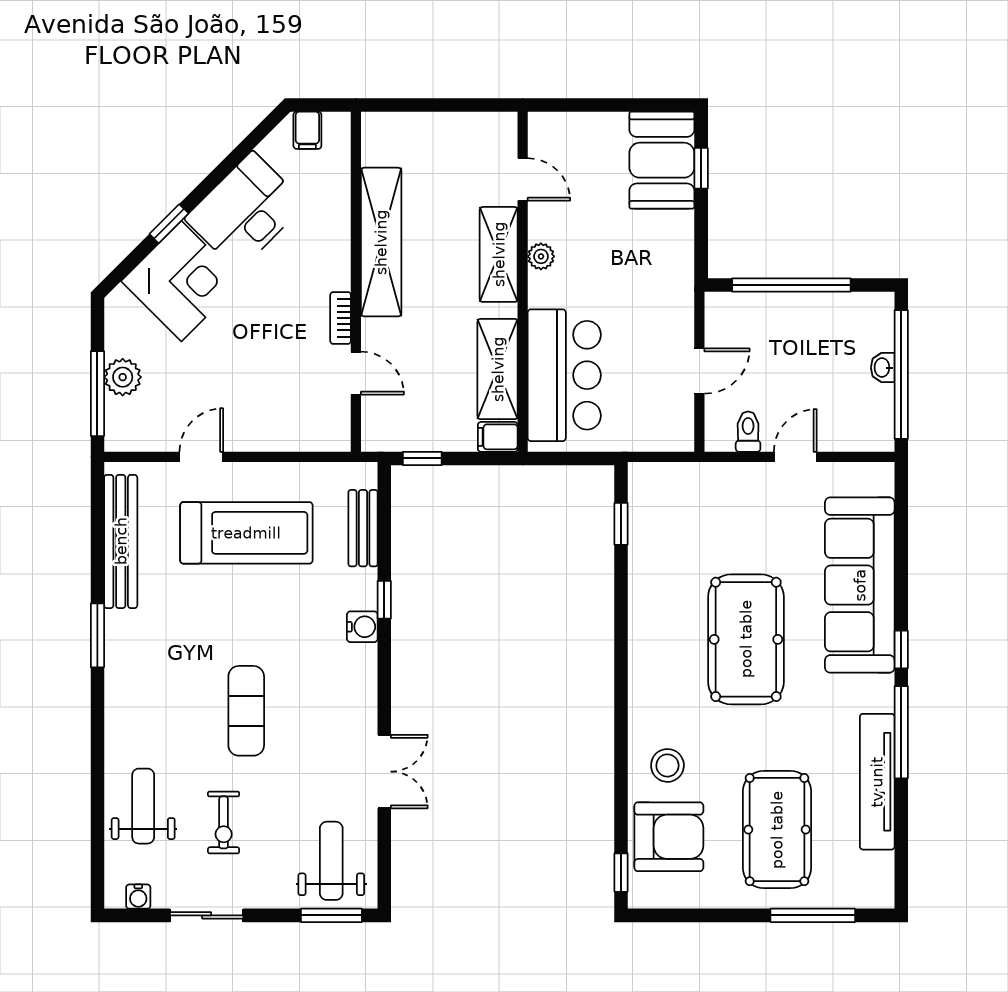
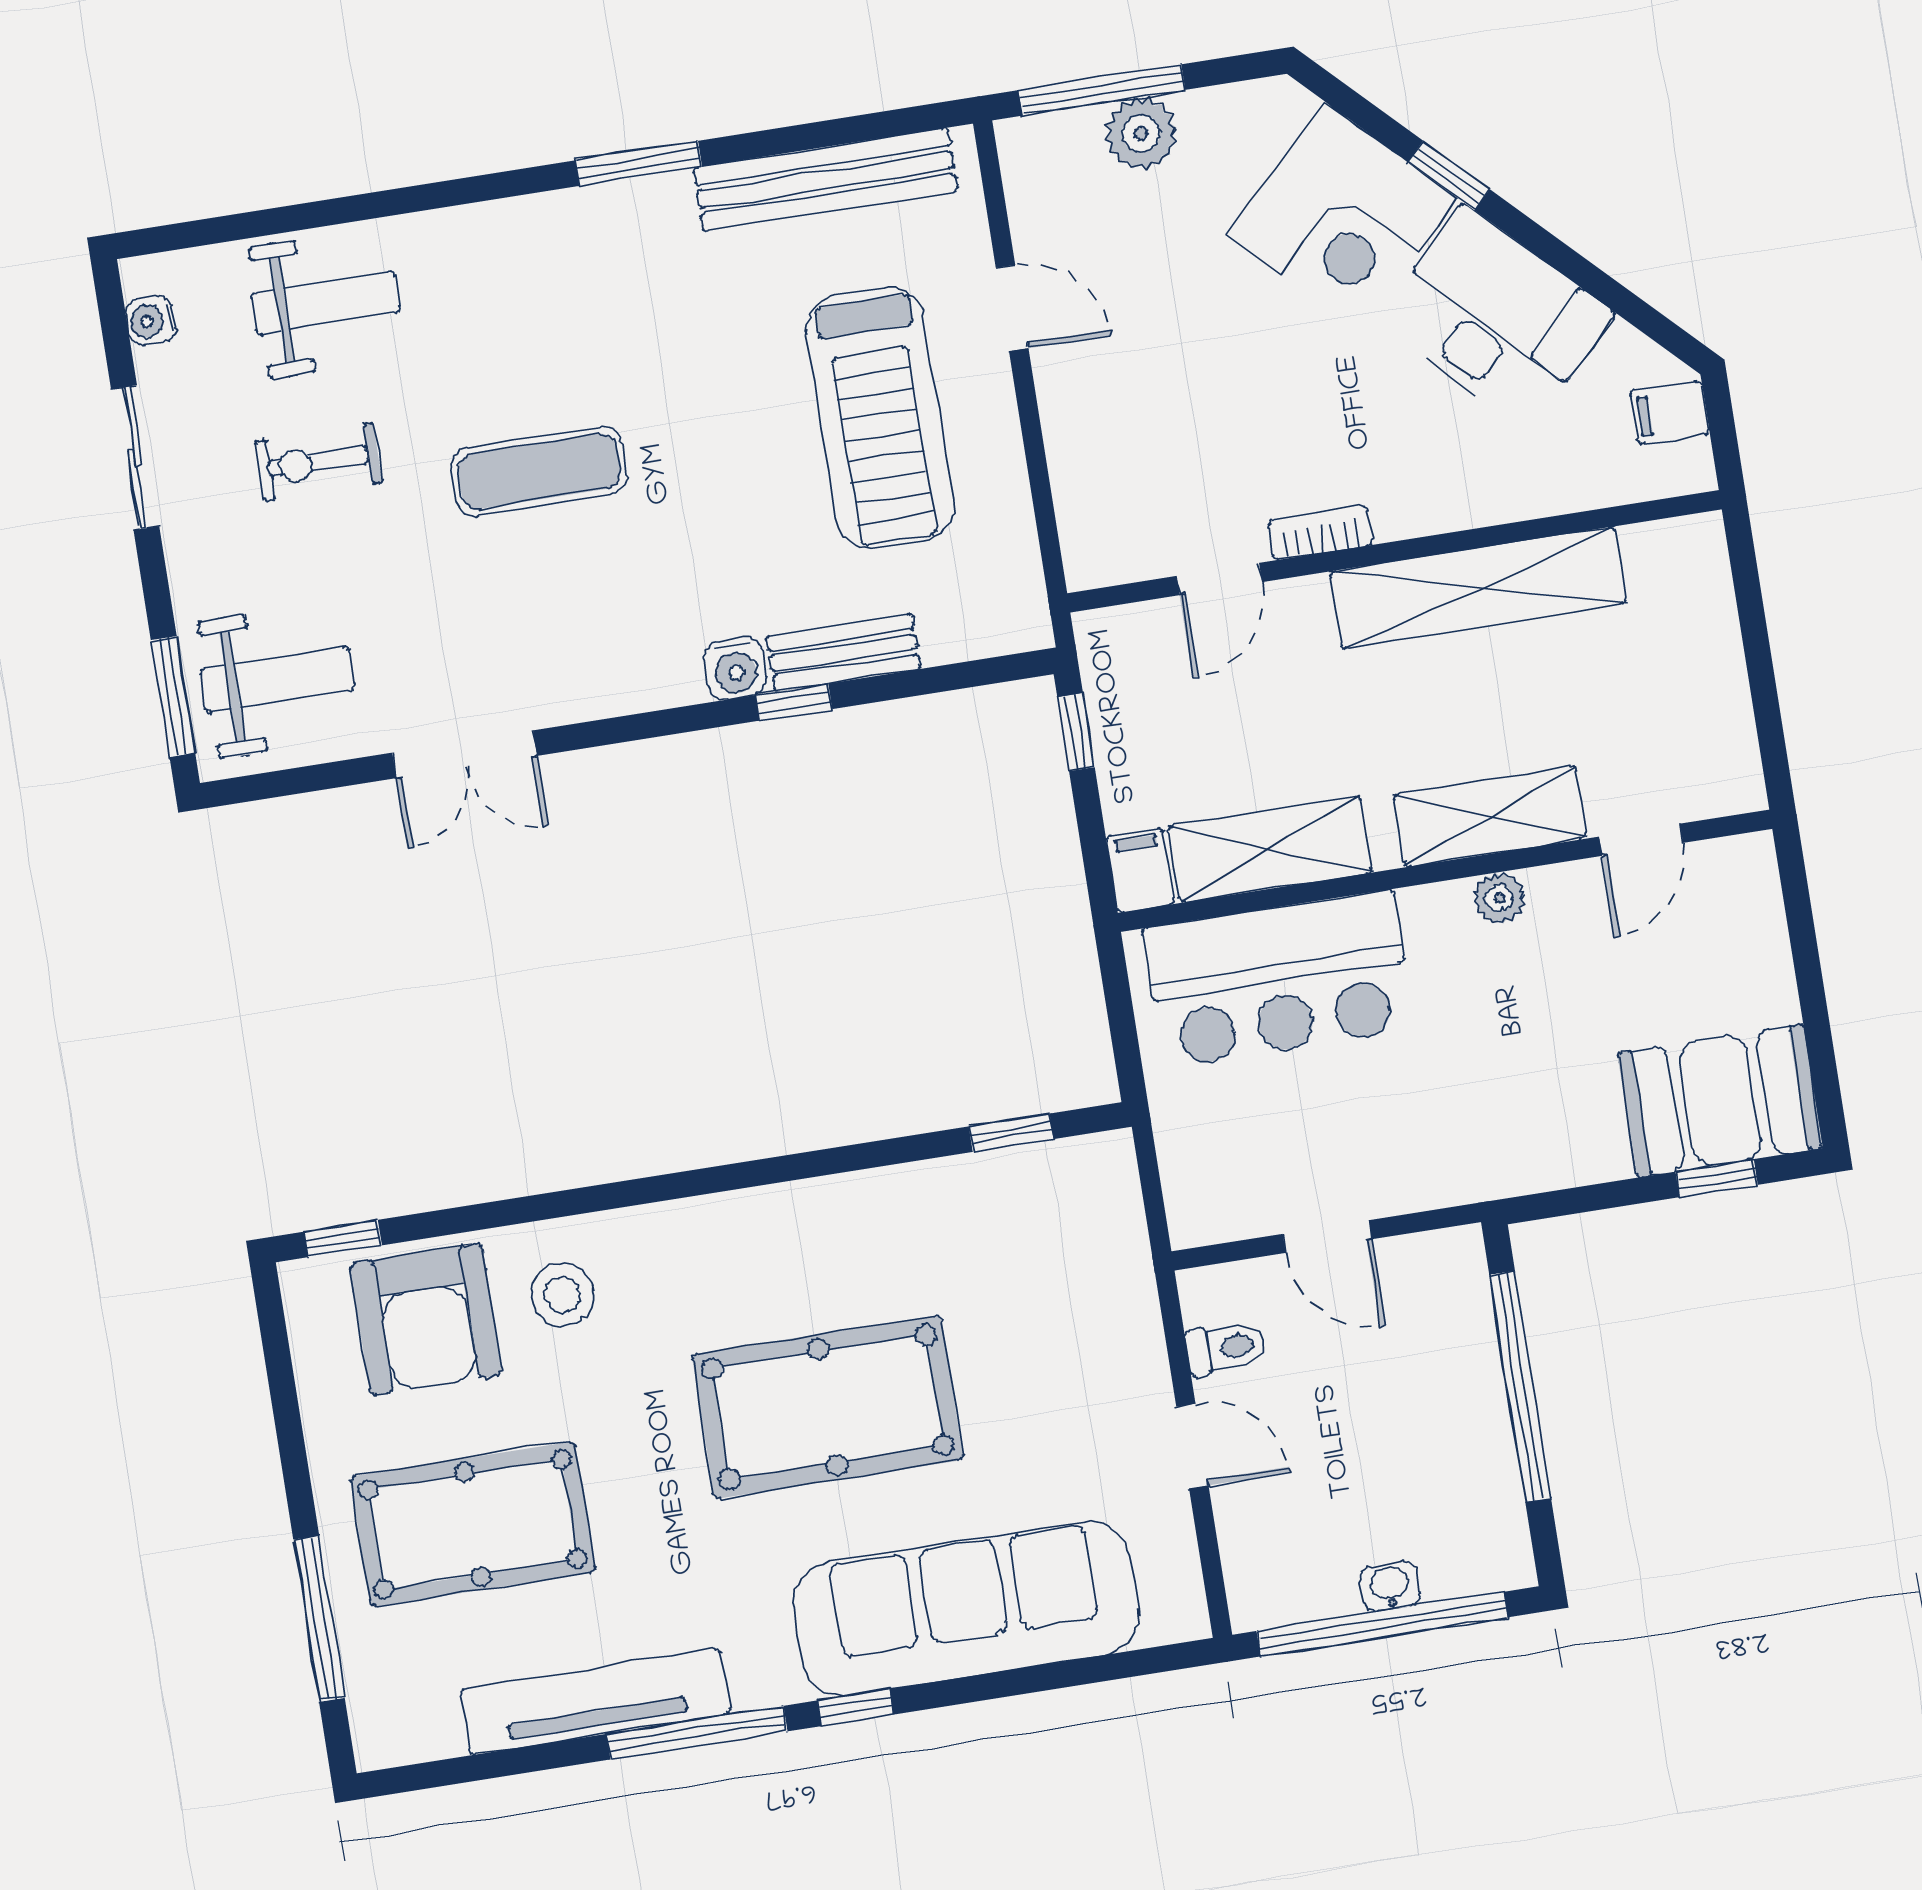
bench: (363, 528) -> (843, 653), moved

